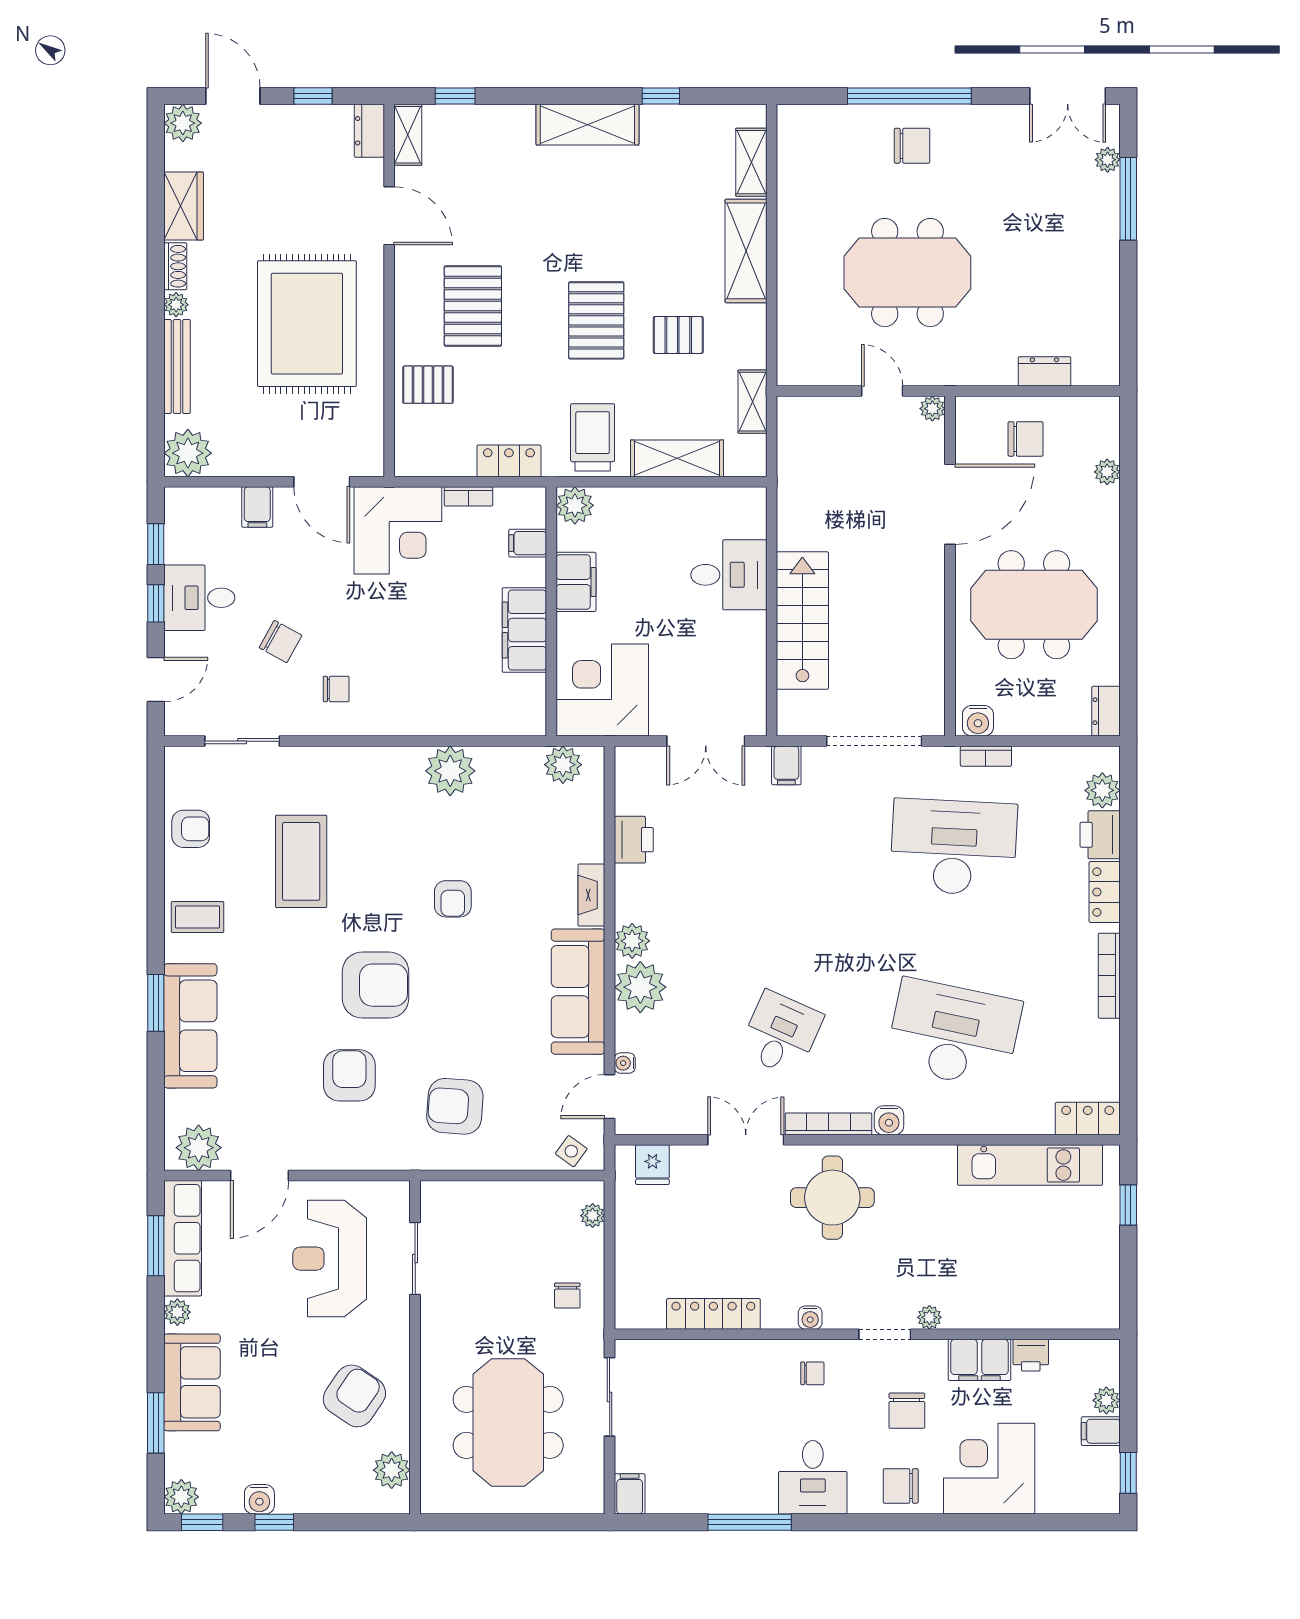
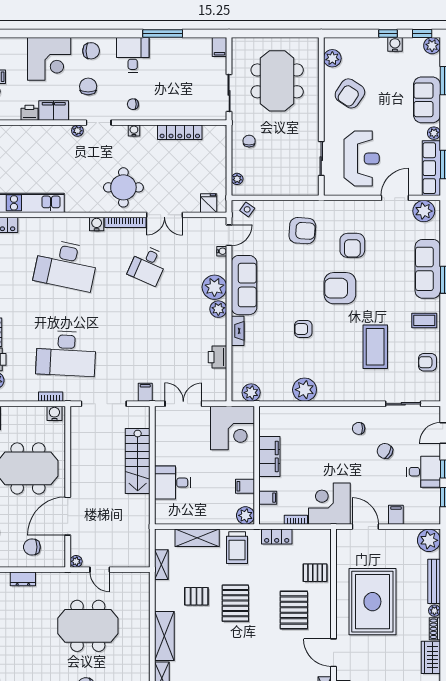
filing cabinet: (576, 582) -> (245, 486), width x0.50
armchair: (453, 899) -> (303, 329), turned -90

